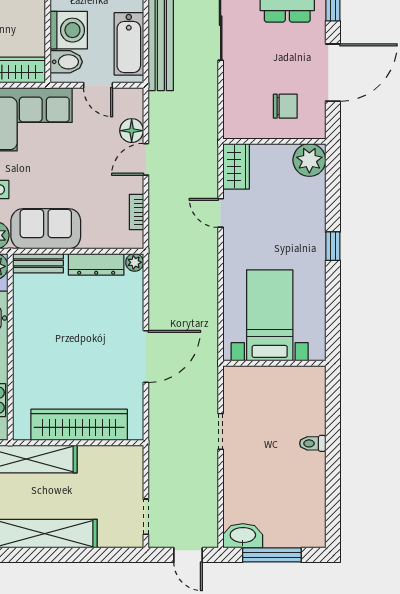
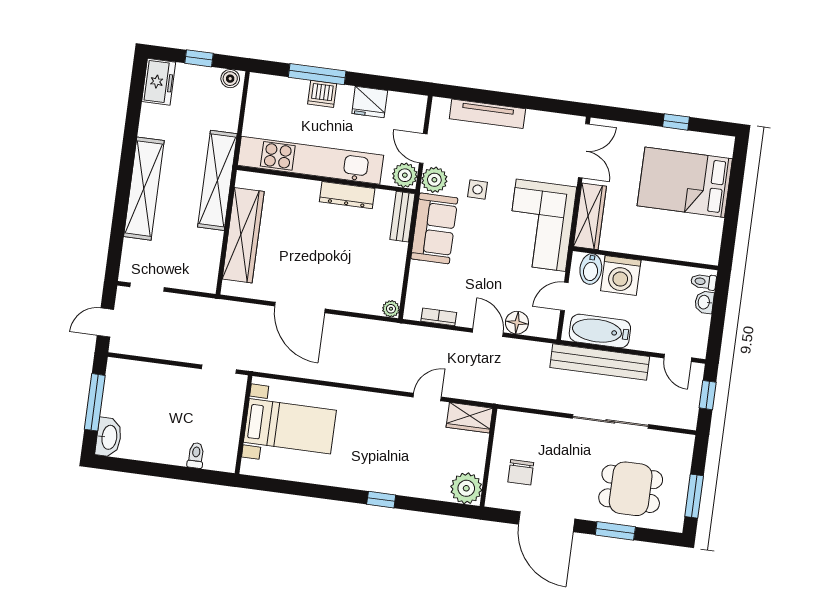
dresser: (96, 264) -> (347, 195), moved, turned -90
bed with nightstands: (270, 315) -> (290, 426), moved
wall: (274, 363) -> (244, 425), moved
washbasin: (243, 536) -> (109, 437), moved

